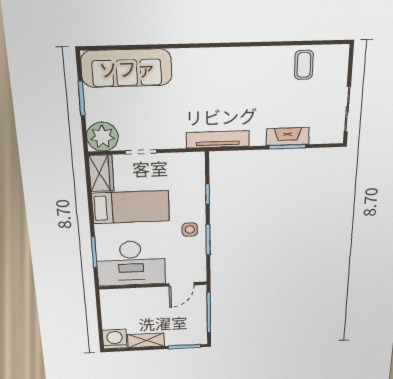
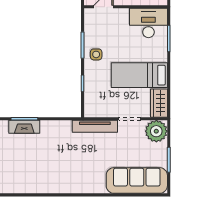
coffee table: (304, 65) -> (15, 179), removed
tv unit: (218, 139) -> (95, 126), moved
desk: (131, 263) -> (148, 23), width x0.73, depth x0.77

